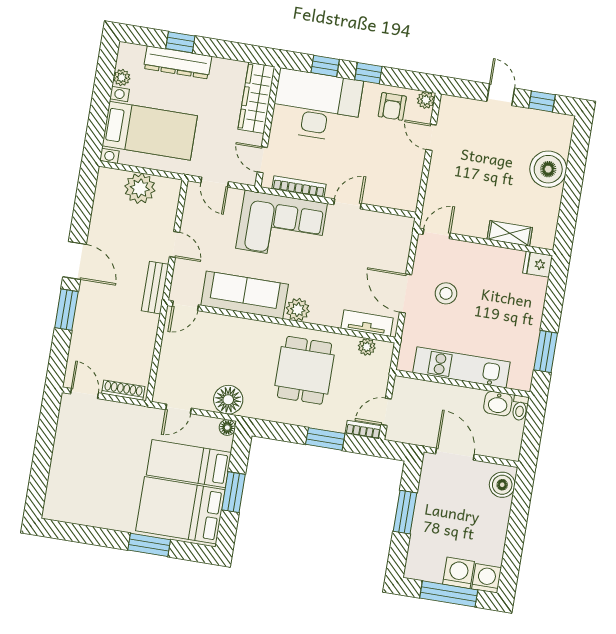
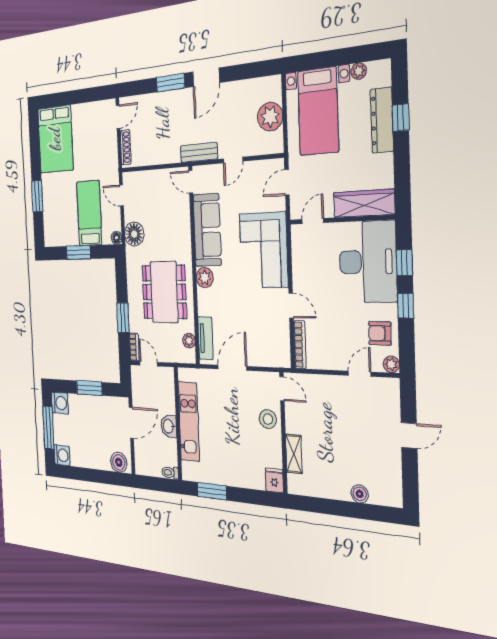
window: (542, 101) -> (410, 476), removed
boiler: (548, 169) -> (360, 494), width x0.54, depth x0.54
bookcase: (299, 187) -> (300, 345), moved
stool: (446, 293) -> (268, 419), moved
dining table: (305, 370) -> (164, 292), width x1.38
washbasin: (498, 404) -> (169, 426), moved
bed: (180, 510) -> (55, 139), moved, turned 180
washing machine: (459, 573) -> (60, 403), moved

